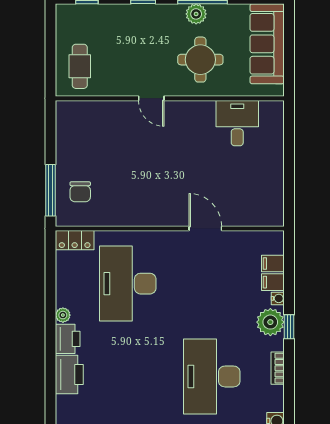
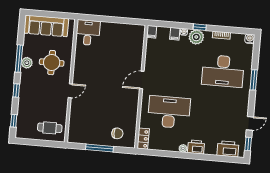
desk: (237, 123) -> (88, 33), moved, turned 90
window: (50, 190) -> (99, 148), moved
door: (205, 228) -> (142, 80), moved
filing cabinet: (273, 264) -> (152, 32), moved
desk: (128, 284) -> (169, 112), turned 180
printer: (69, 375) -> (228, 149), moved

